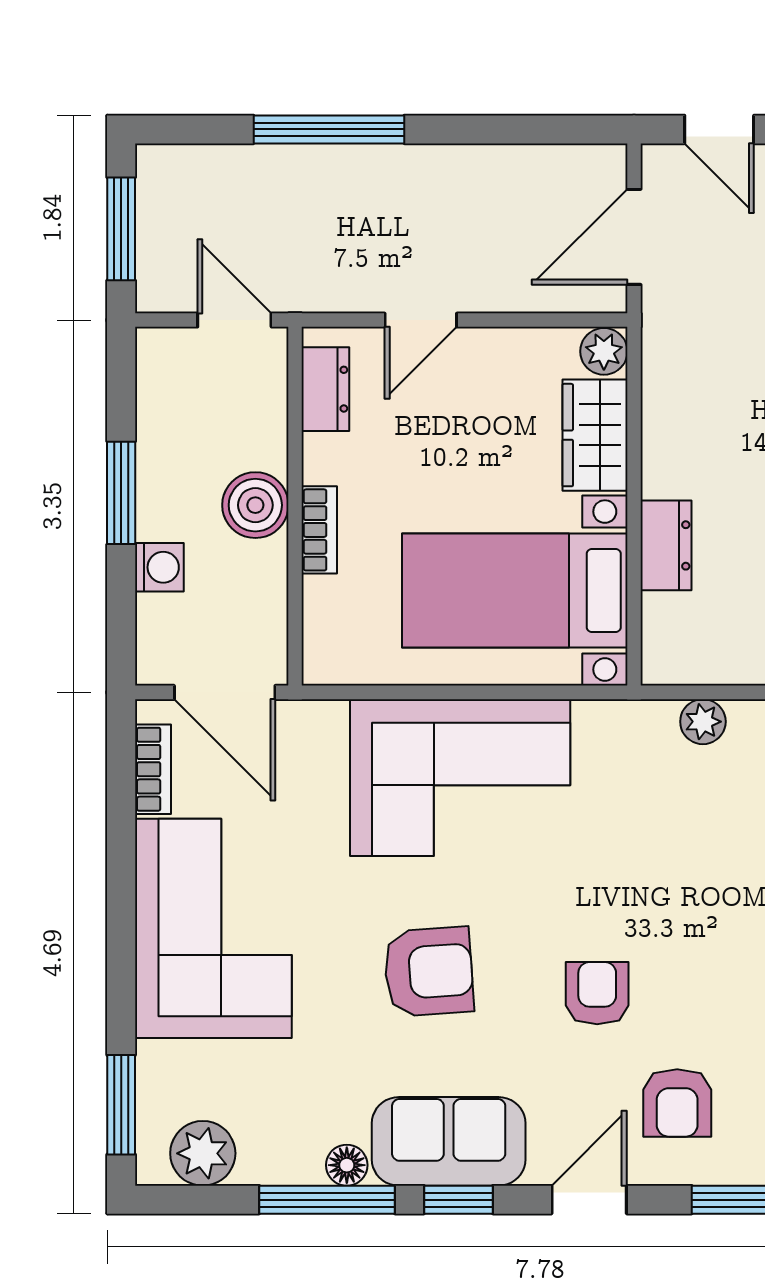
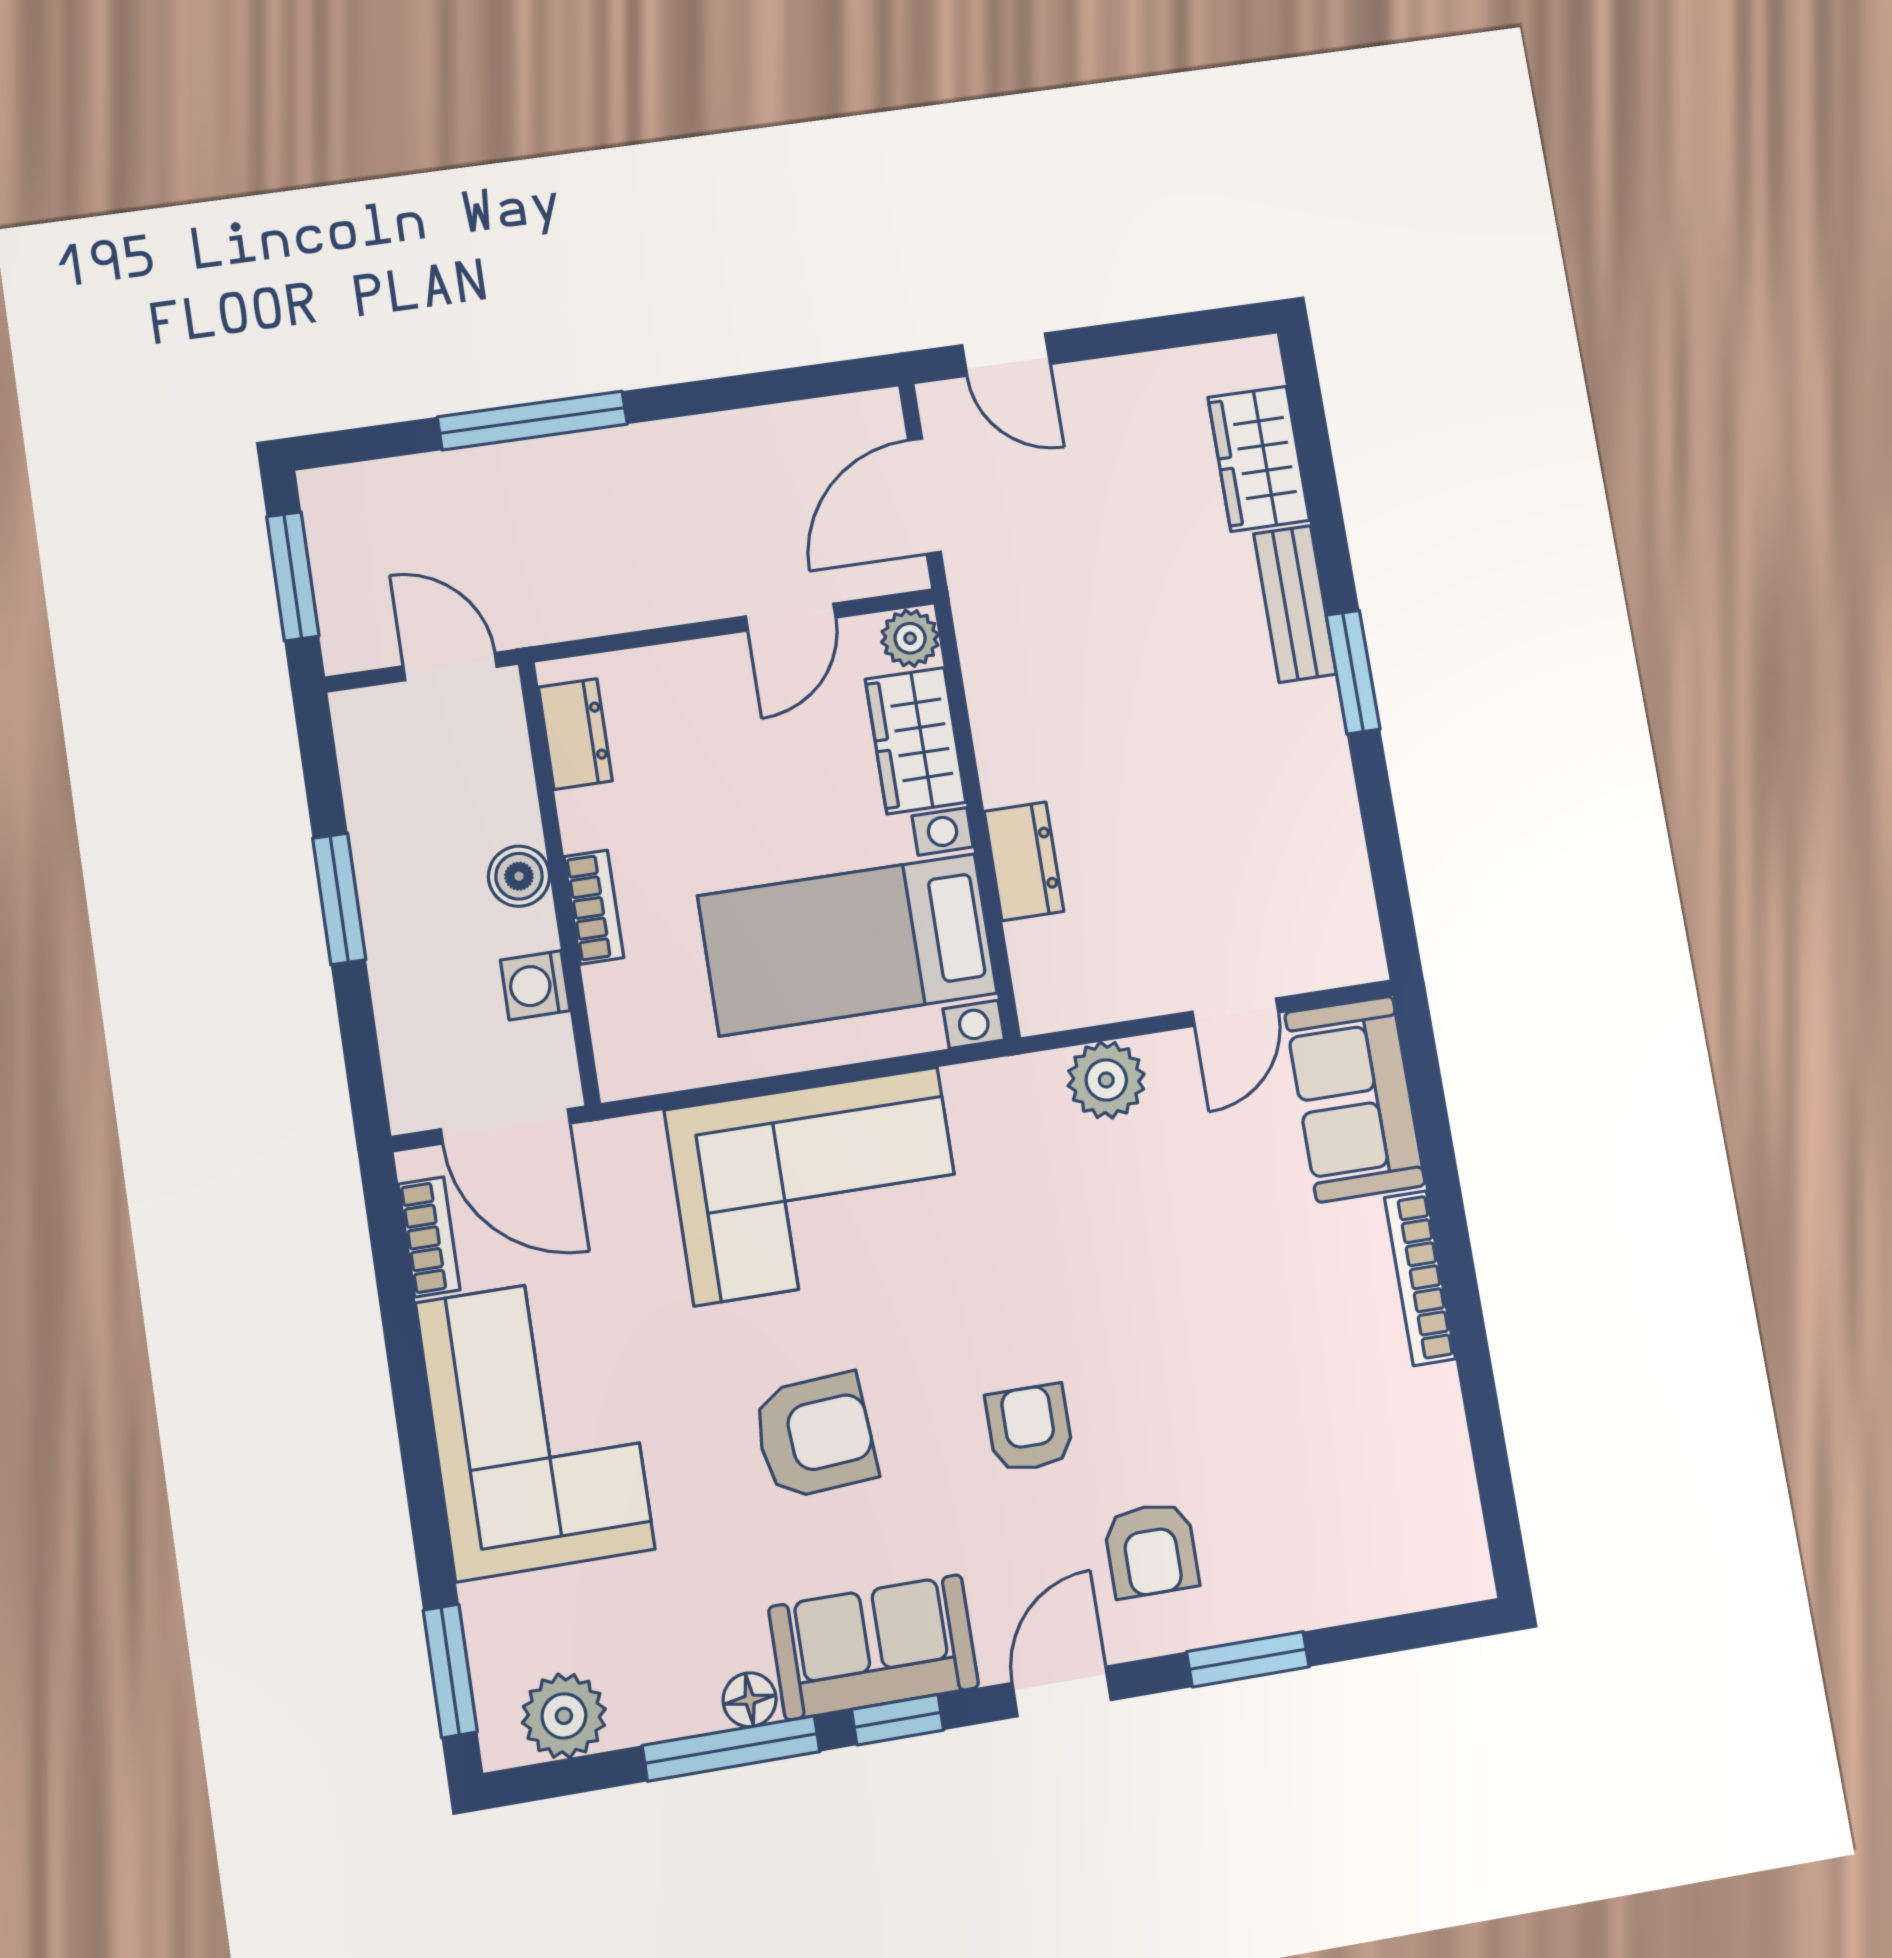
door: (421, 320) -> (791, 617), moved
boiler: (255, 505) -> (519, 876), width x0.73, depth x0.73
washing machine: (159, 567) -> (535, 985), moved, turned 180
plant: (703, 722) -> (1106, 1080), width x1.38, depth x1.38

